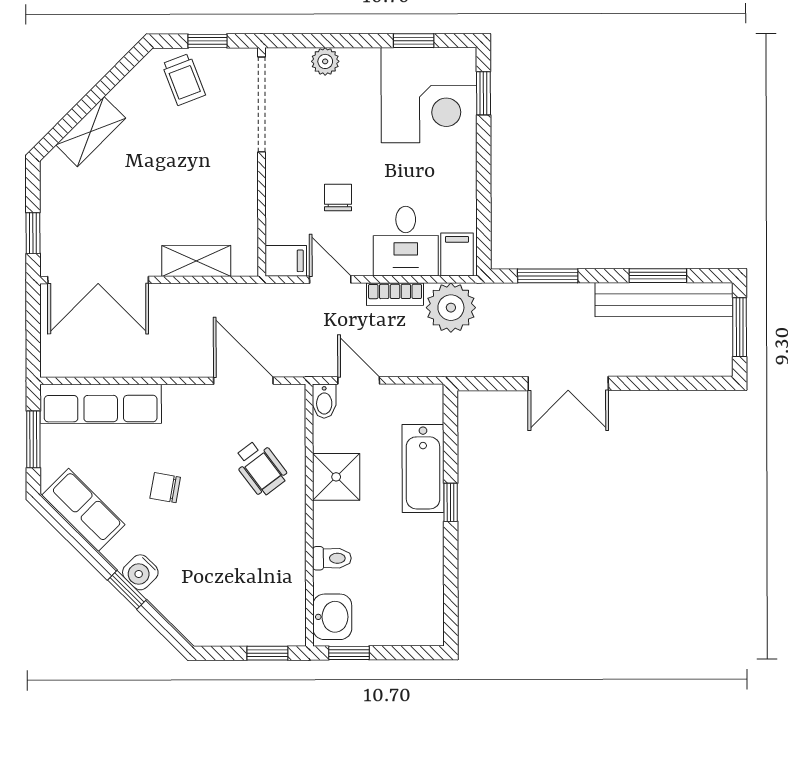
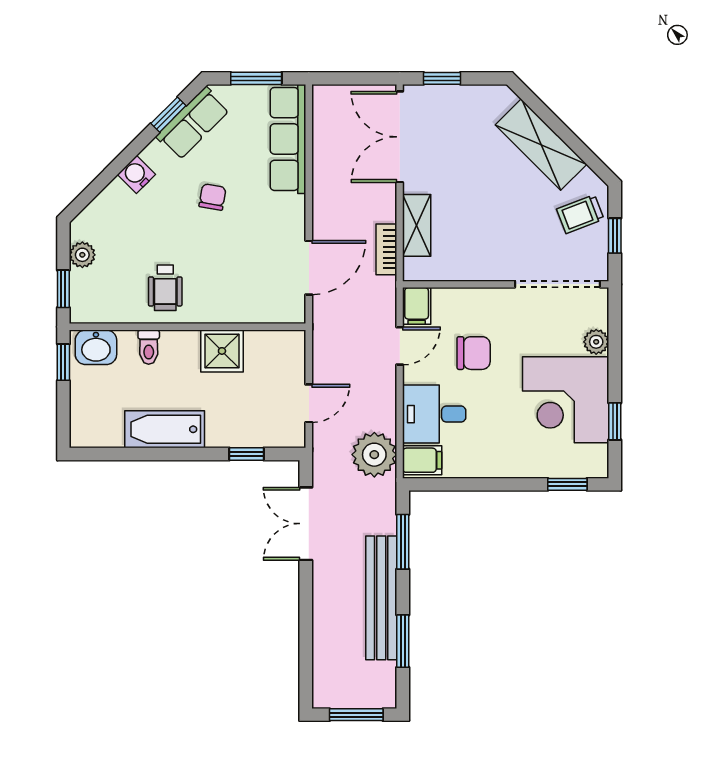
corner desk: (429, 95) -> (566, 400), moved
shelving: (91, 132) -> (541, 145), width x1.50, depth x1.33
chair: (338, 197) -> (474, 353), width x1.37, depth x1.37
bookcase: (395, 294) -> (386, 249), moved
bench: (664, 300) -> (381, 598), moved
door: (359, 380) -> (309, 403), moved
double door: (568, 383) -> (306, 524), moved
bidet: (324, 401) -> (290, 340), removed
wheelchair: (260, 468) -> (165, 288), moved, turned -53
bathtub: (423, 468) -> (165, 429), moved
window: (451, 502) -> (246, 454), moved
window: (127, 590) -> (168, 115), moved
plant: (230, 632) -> (82, 255), added

